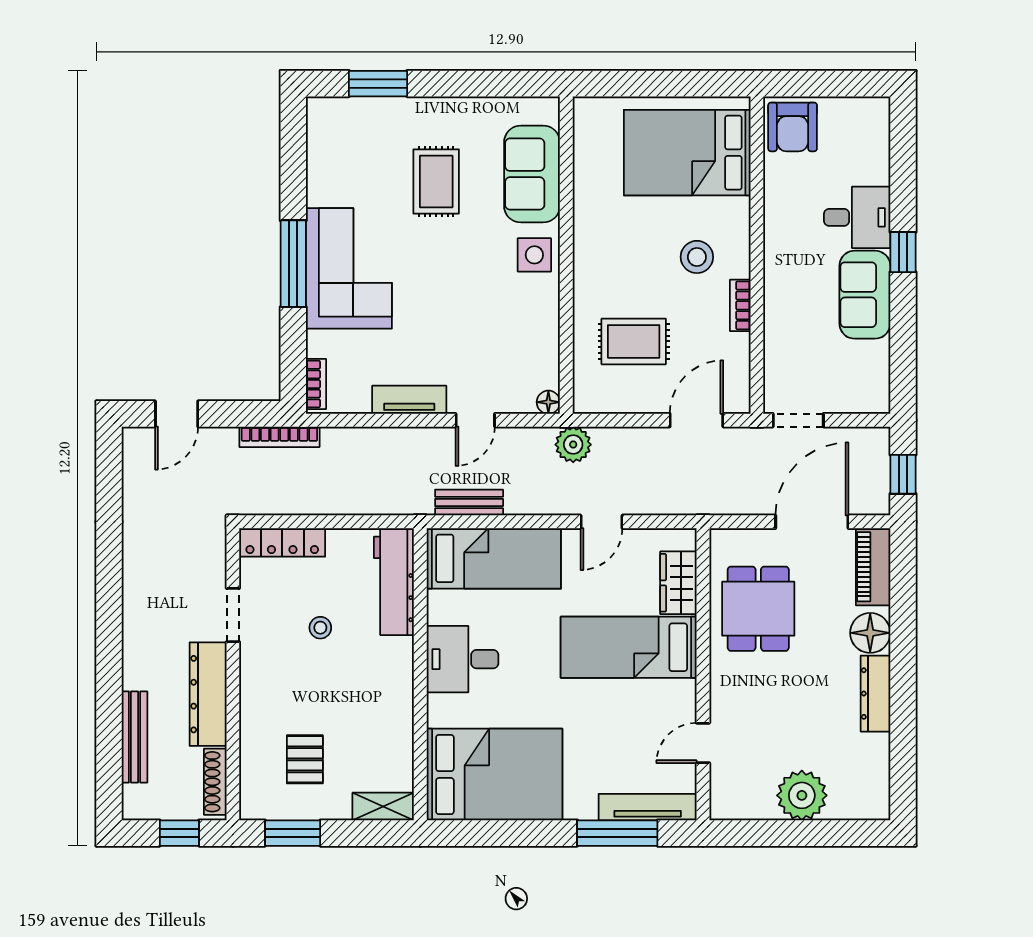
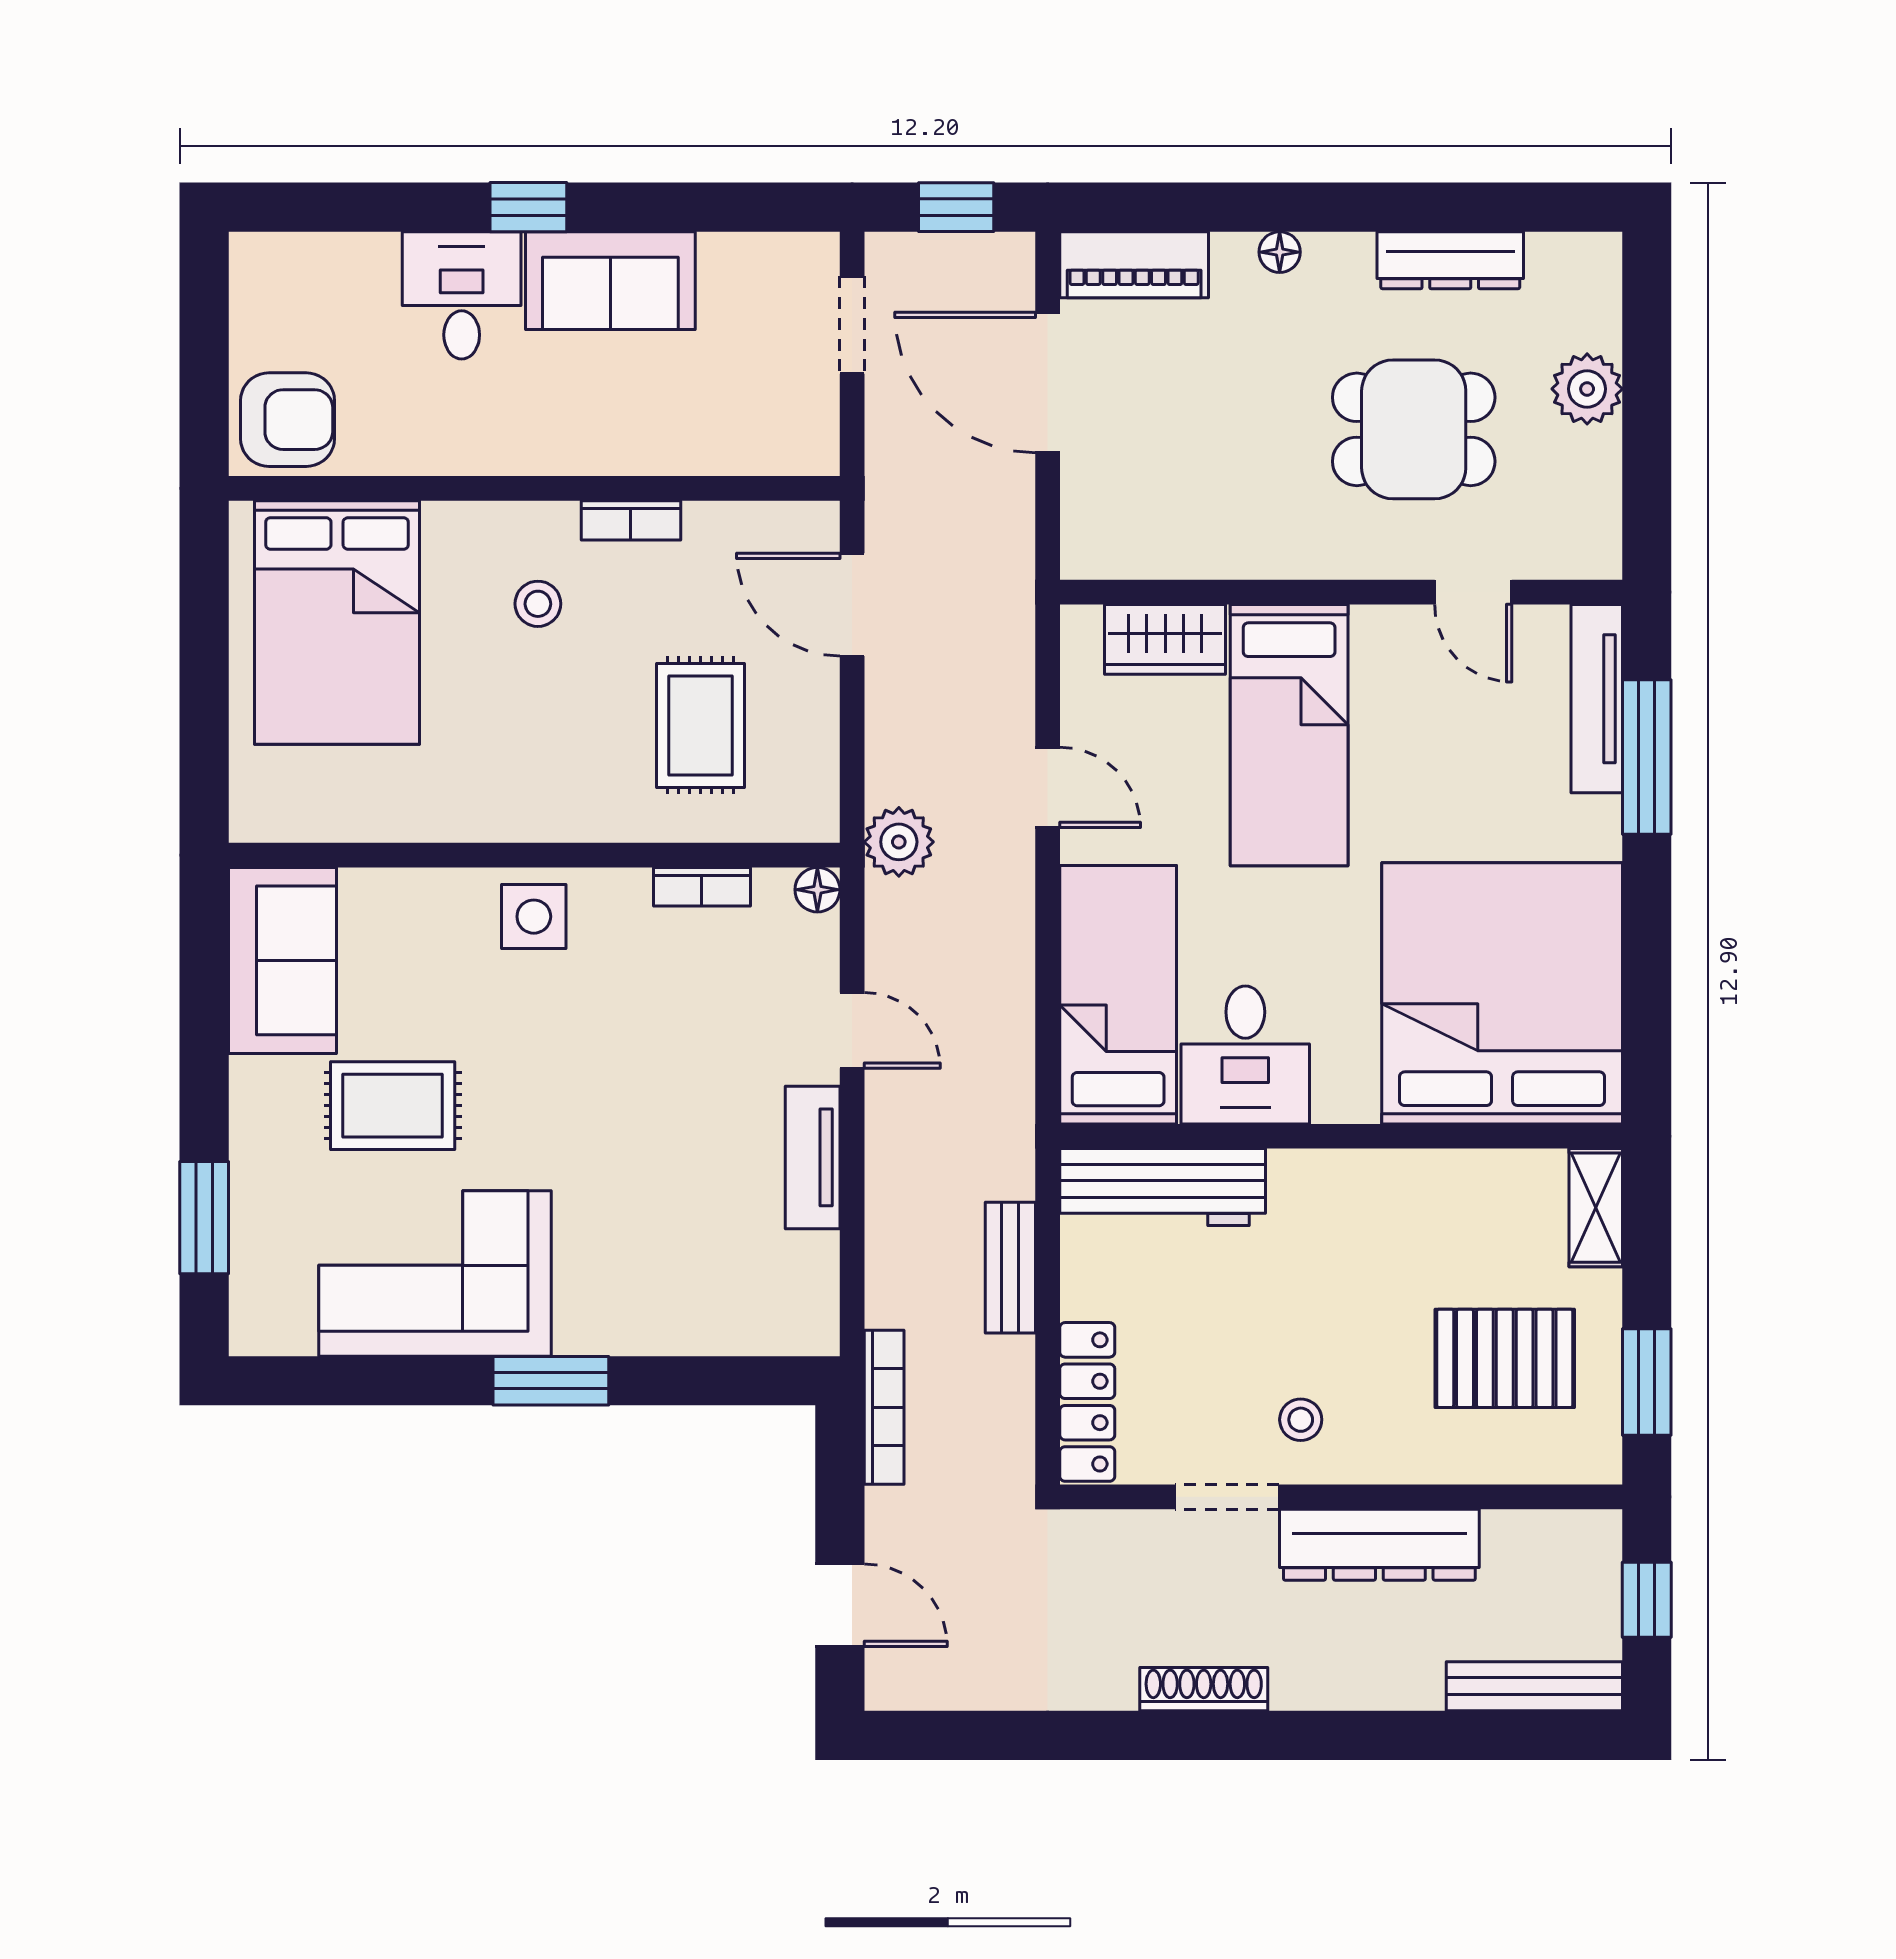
sofa: (532, 174) -> (282, 960), moved, turned -90
stool: (697, 257) -> (538, 604), width x0.73, depth x0.73
window: (293, 264) -> (551, 1381), width x0.69
corner sofa: (349, 268) -> (435, 1274), moved
bookcase: (316, 384) -> (702, 887), moved, turned 180
doorway: (798, 420) -> (852, 325), moved
bench: (469, 503) -> (1010, 1268), moved
dining table: (758, 609) -> (1414, 429), moved
stool: (320, 628) -> (1301, 1420), moved
floor lamp: (870, 633) -> (1280, 252), width x0.53, depth x0.53
desk: (463, 659) -> (1245, 1055), moved
dresser: (875, 694) -> (1450, 260), moved
bench: (135, 737) -> (1534, 1686), moved
pallet: (305, 759) -> (1505, 1358), width x1.50, depth x1.42
bed: (495, 775) -> (1502, 993), width x1.36
shoe rack: (215, 782) -> (1204, 1689), moved, turned 180
plant: (802, 795) -> (1587, 389), width x0.73, depth x0.73

